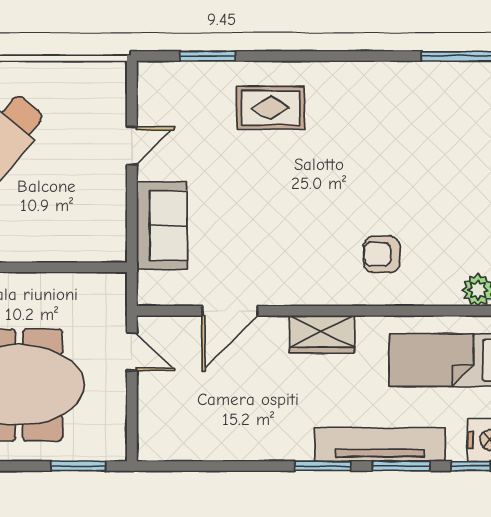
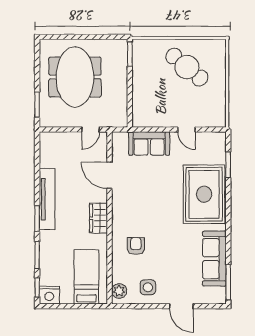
sofa: (409, 86) -> (214, 259), added
rug: (271, 108) -> (204, 194), width x1.86, depth x2.06
side table: (470, 229) -> (148, 287), added
tv unit: (380, 445) -> (47, 199), moved

